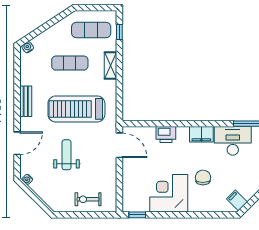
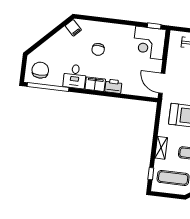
printer: (166, 134) -> (113, 86), moved
desk: (233, 141) -> (75, 76), width x0.73
corner desk: (169, 193) -> (149, 43), moved, turned 90

